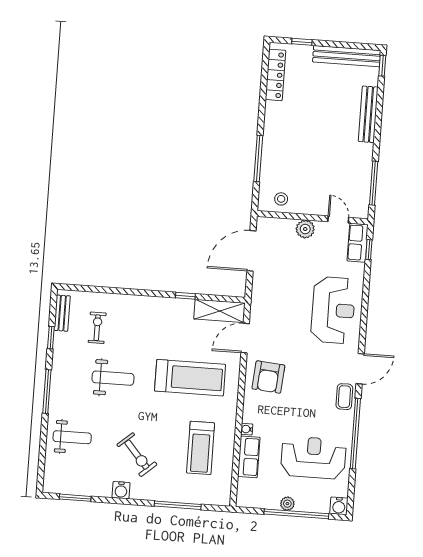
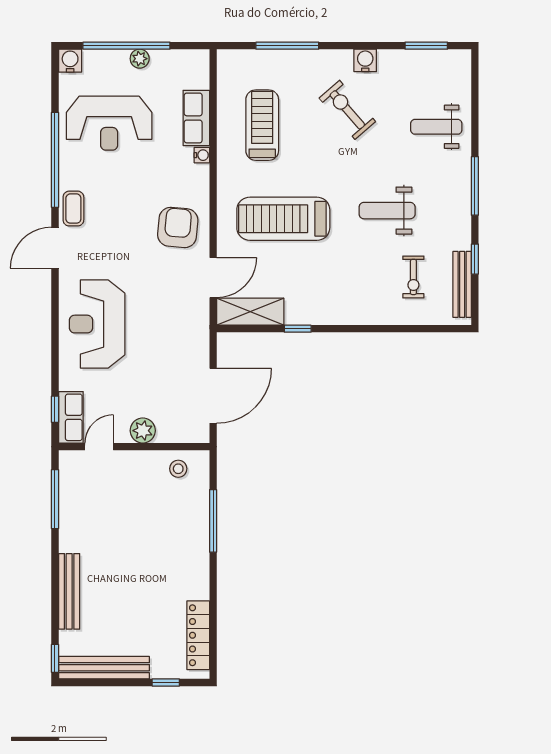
door: (338, 220) -> (99, 447), swing flipped
bench: (62, 313) -> (462, 284), width x1.36

